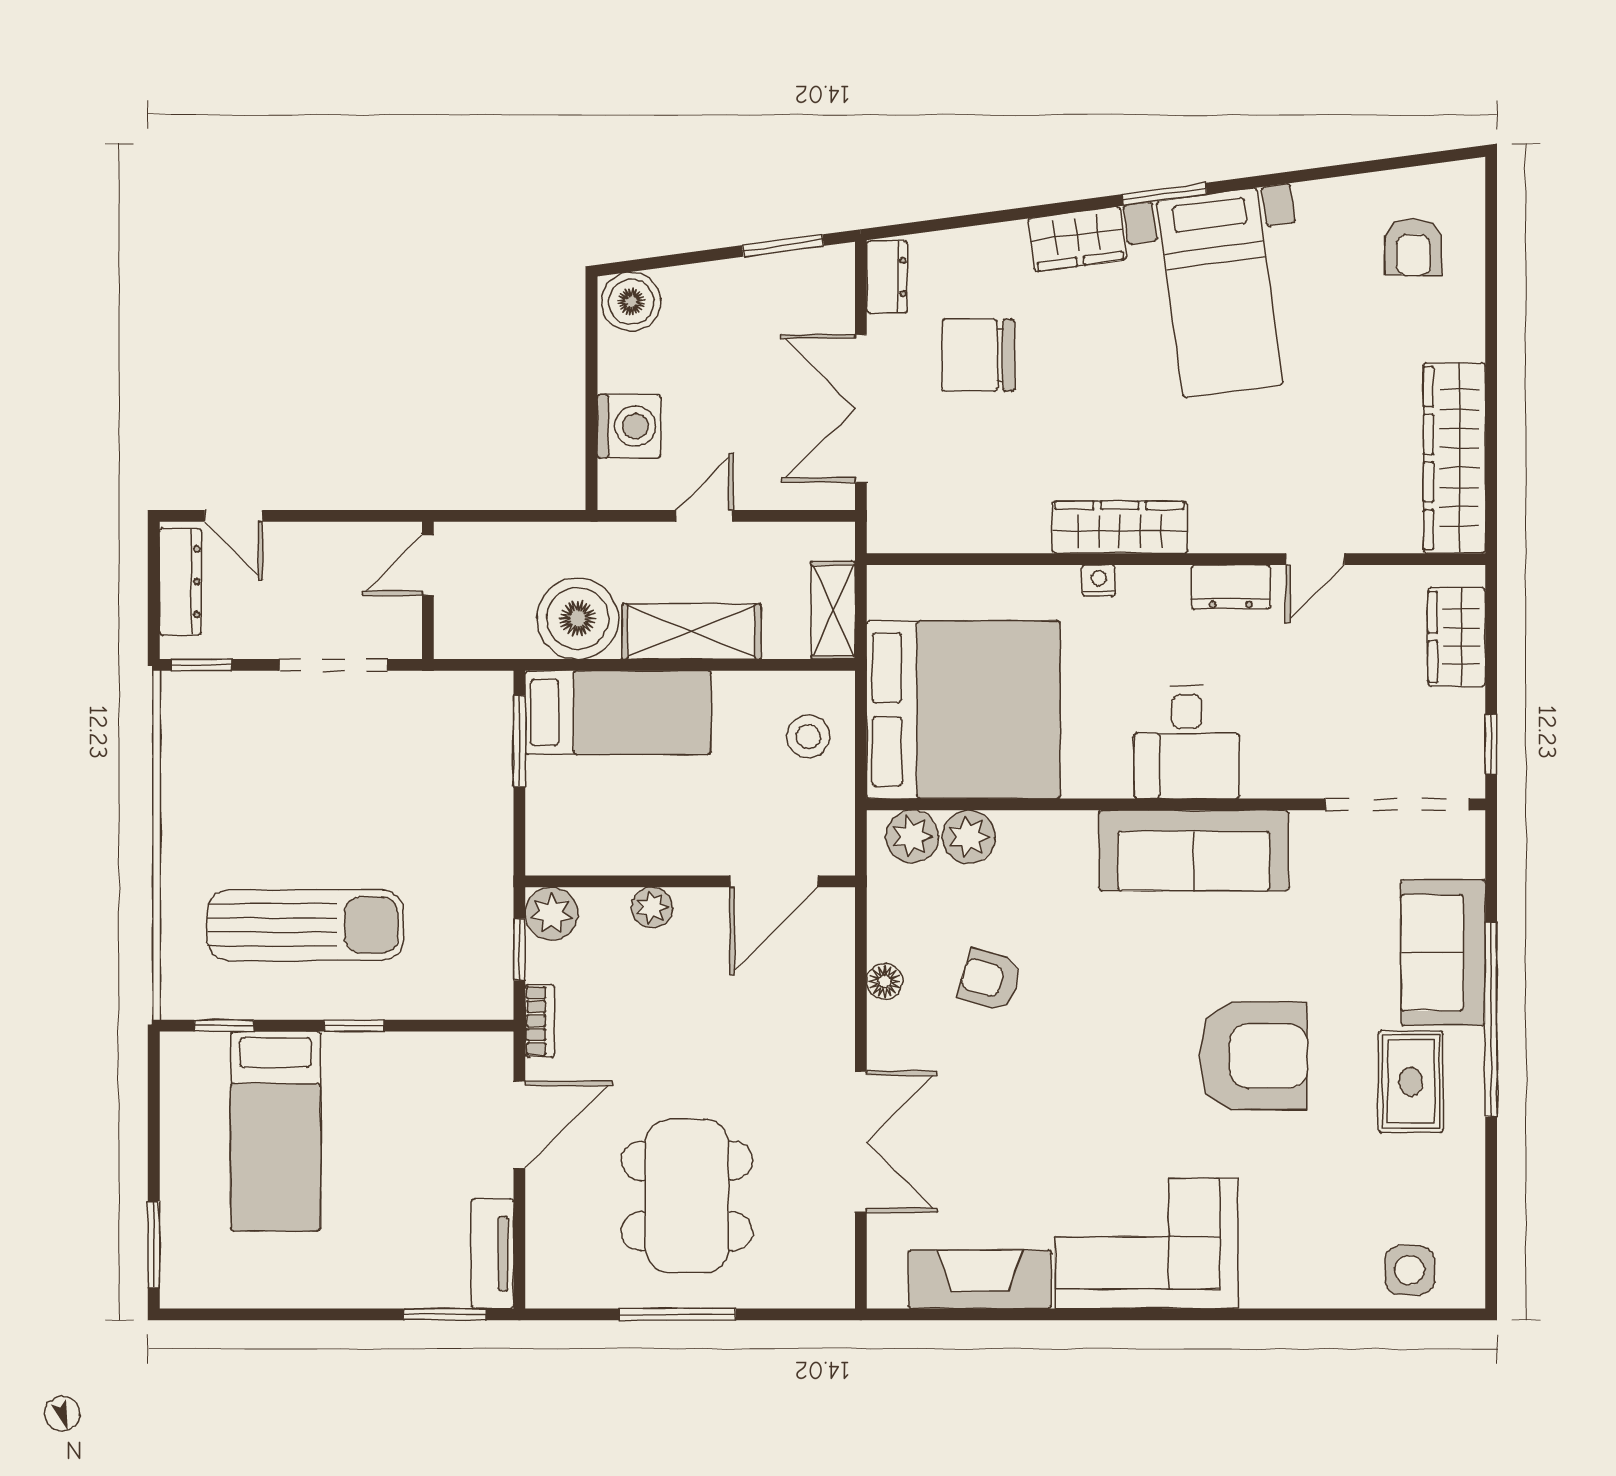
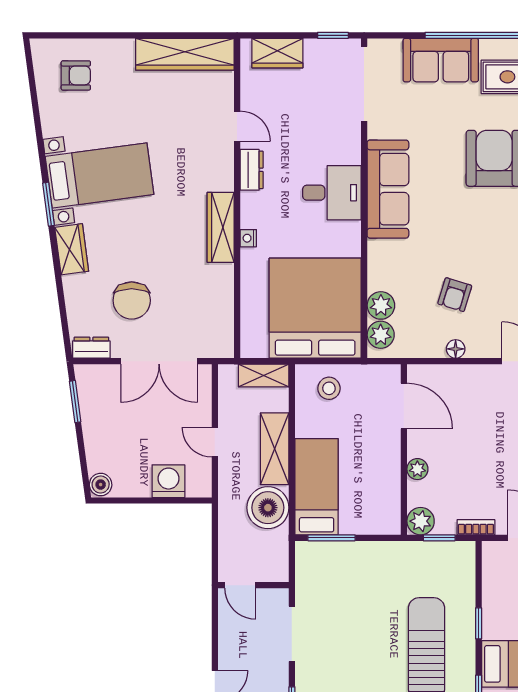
boiler: (631, 302) -> (101, 485), width x0.73, depth x0.73

